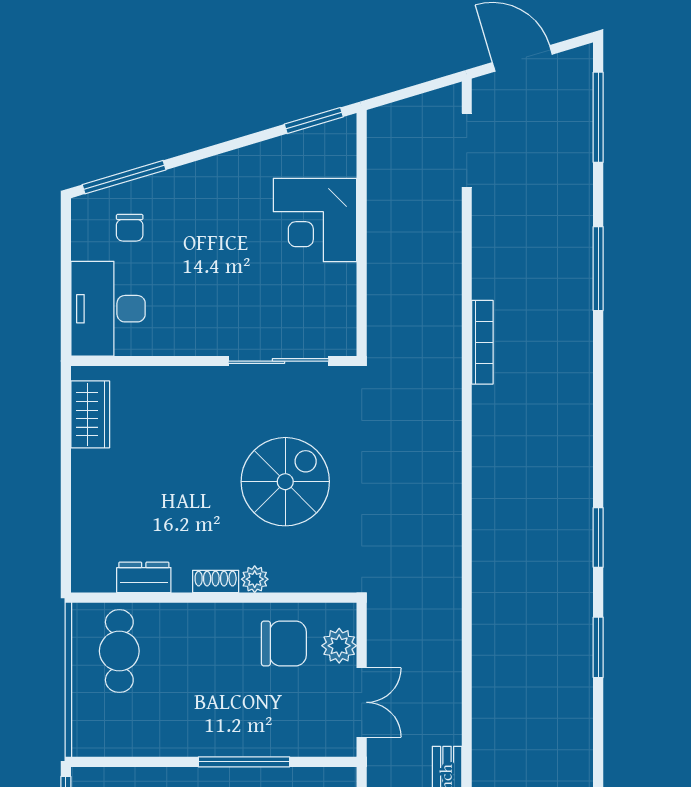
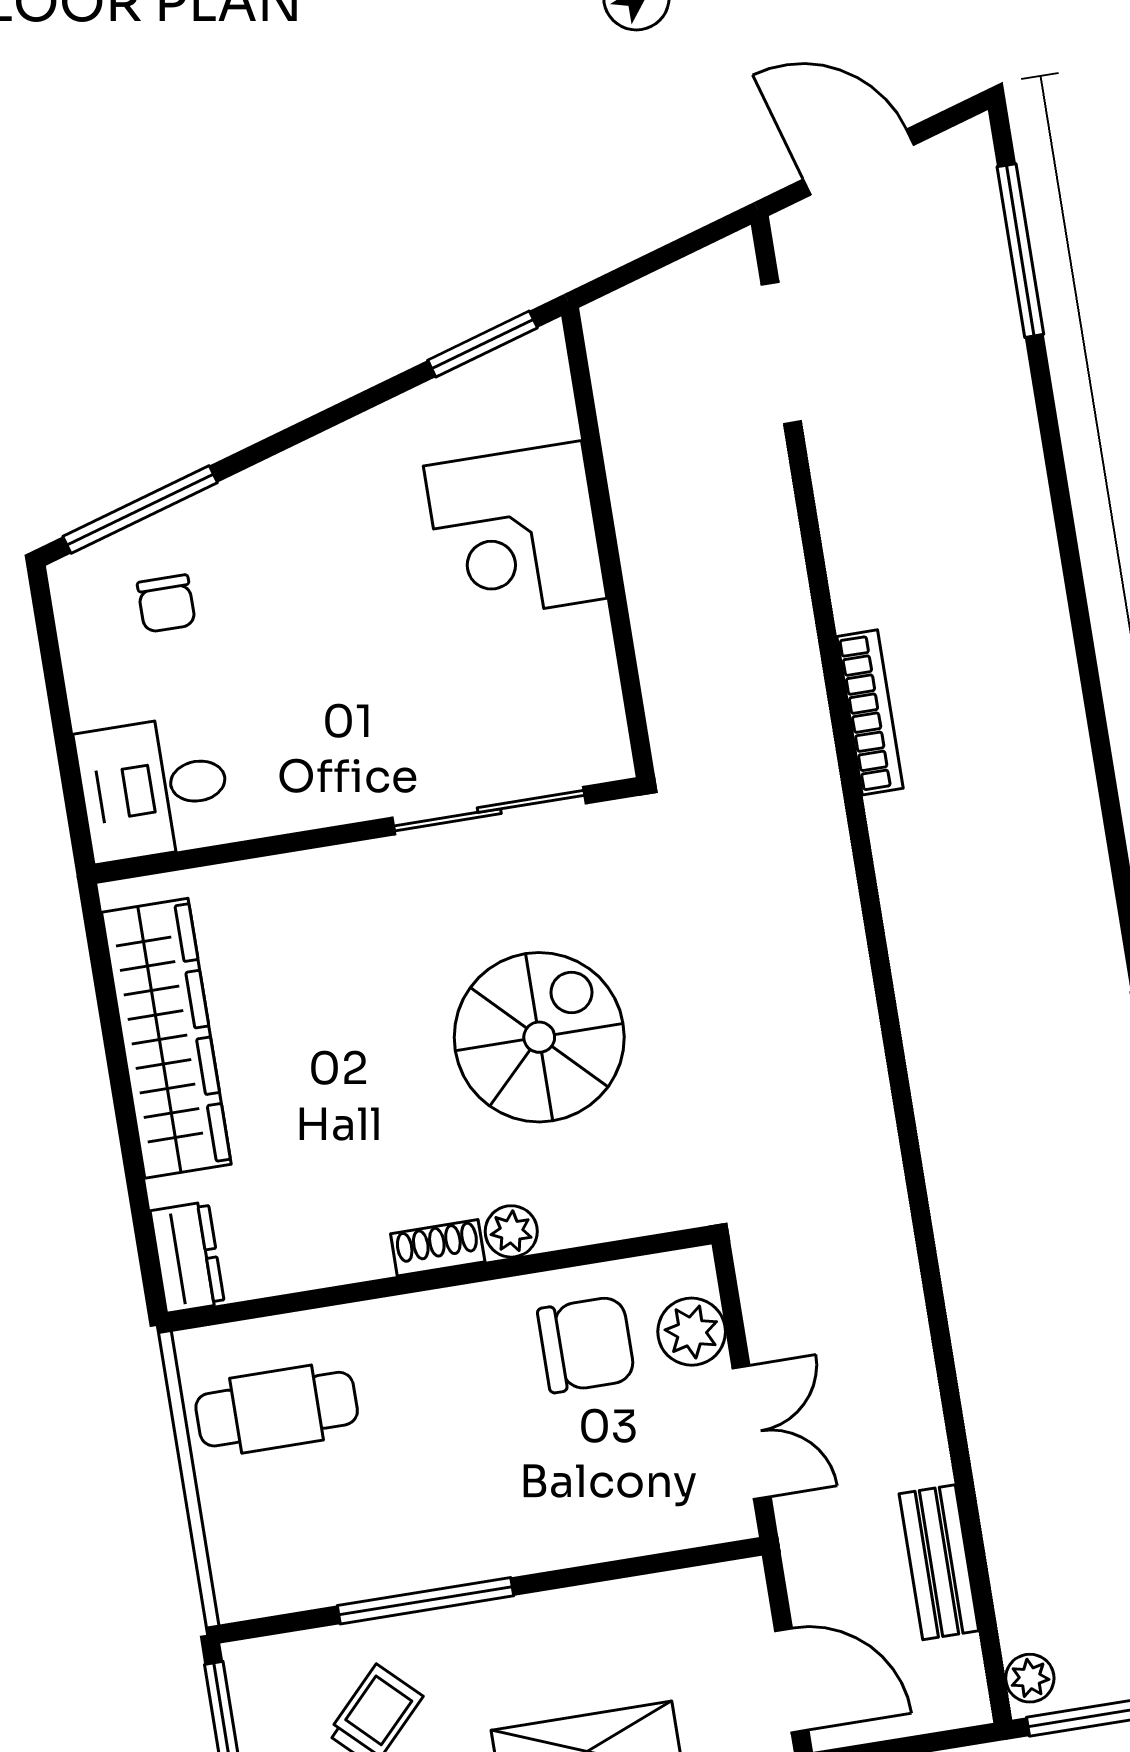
window: (598, 269) -> (1067, 537), removed
desk: (108, 309) -> (154, 788), width x0.73
wardrobe: (90, 414) -> (166, 1038), width x2.10, depth x1.17
dresser: (144, 577) -> (187, 1257), moved, turned 90
cafe table: (119, 651) -> (277, 1409), turned 90
window: (244, 762) -> (426, 1601), moved

